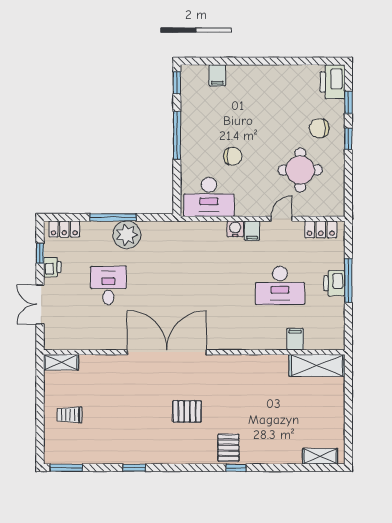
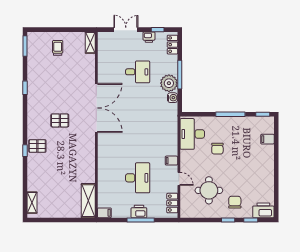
water cooler: (235, 229) -> (173, 98), moved
desk: (280, 285) -> (138, 178), turned 180
filing cabinet: (295, 339) -> (104, 213), moved
pallet: (187, 411) -> (60, 120), turned 90

